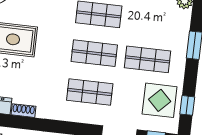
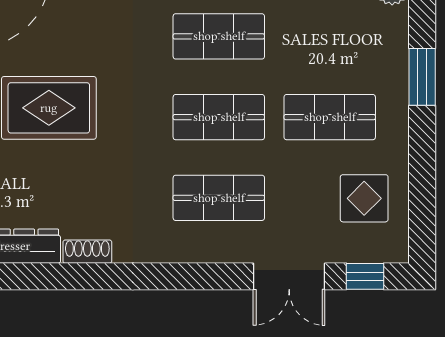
display table: (160, 100) -> (364, 198), width x0.73, depth x0.73
window: (187, 105) -> (422, 202), removed

